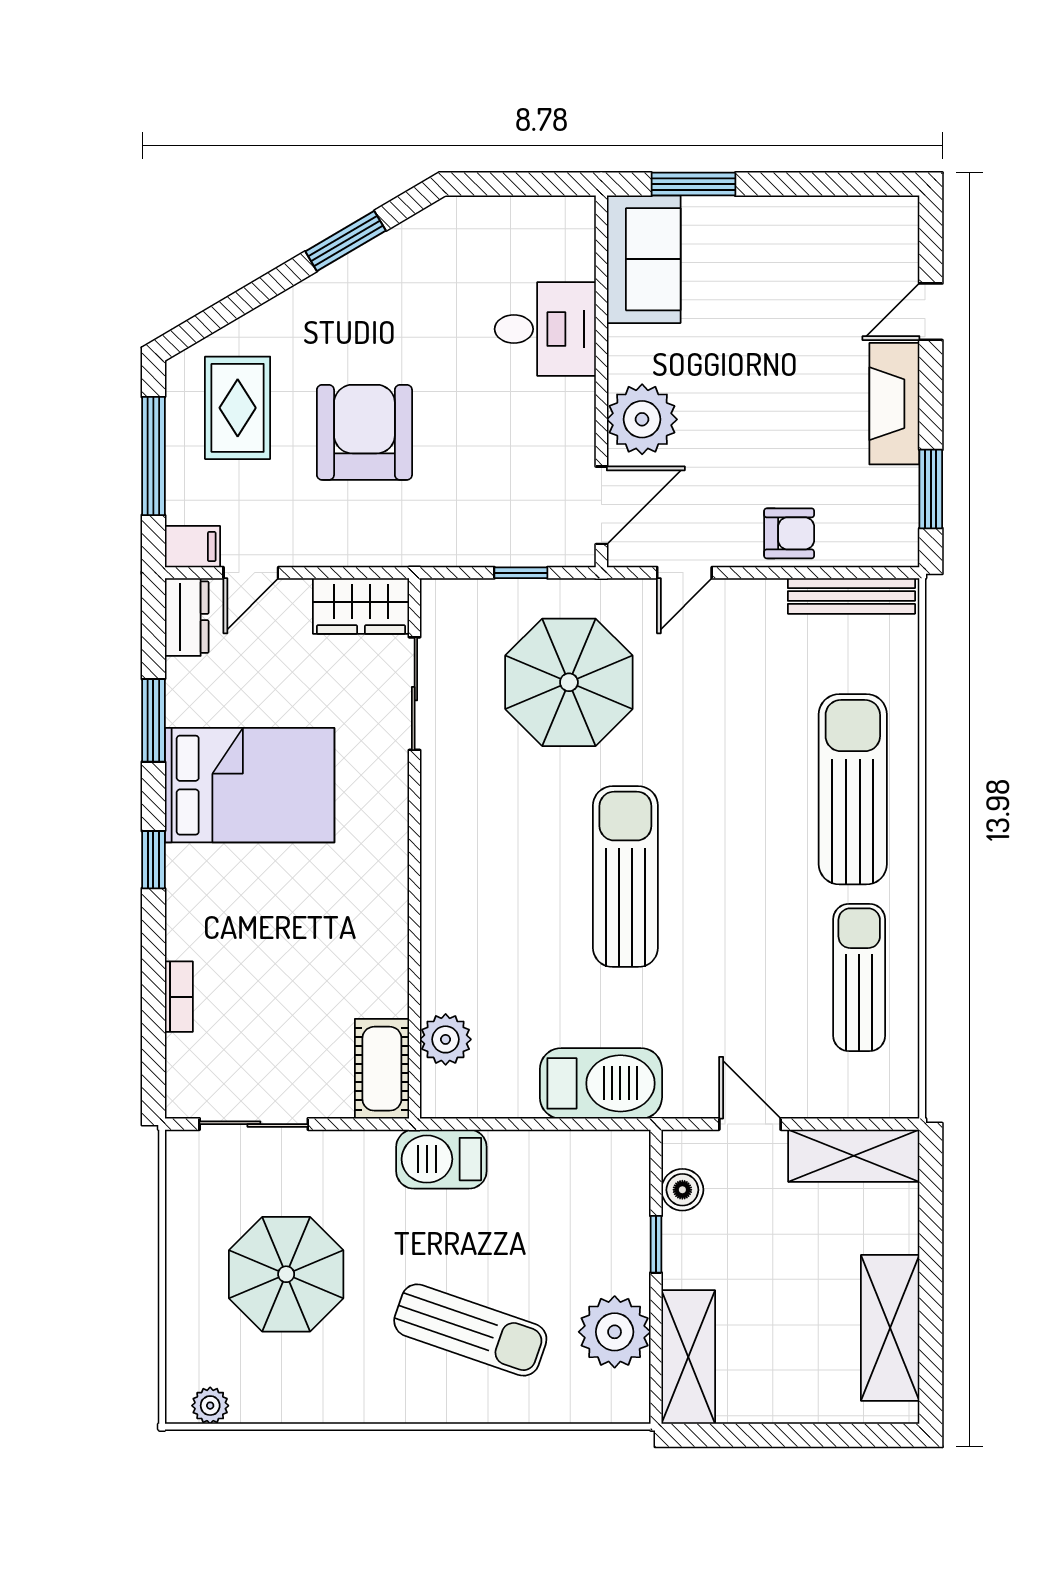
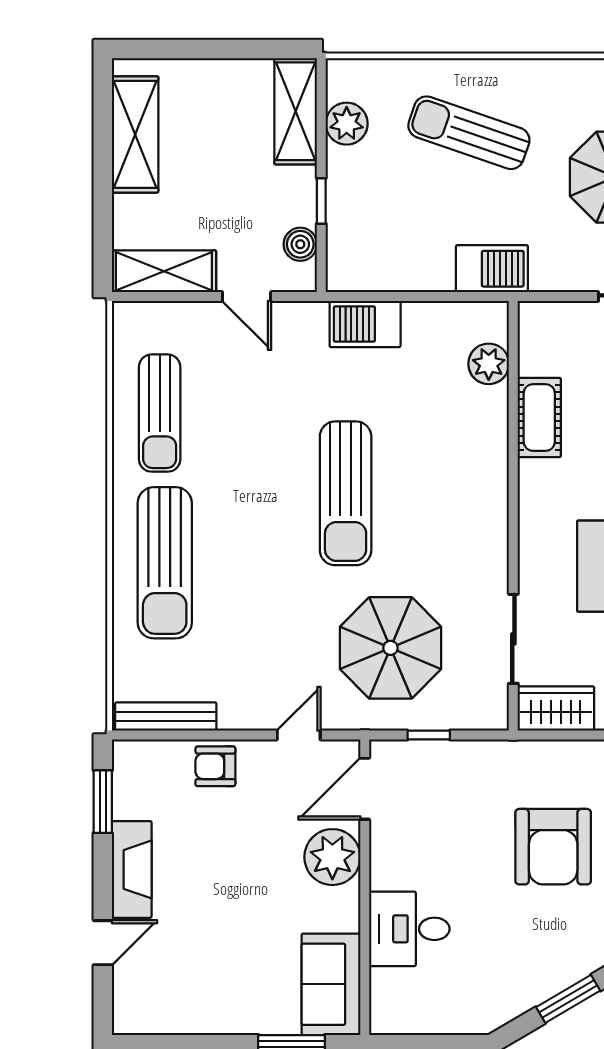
cot: (382, 1069) -> (539, 417), moved
barbecue: (601, 1083) -> (365, 324), width x0.73, depth x0.83
plant: (615, 1332) -> (347, 124), width x0.73, depth x0.73

